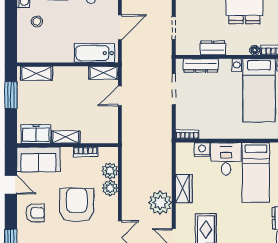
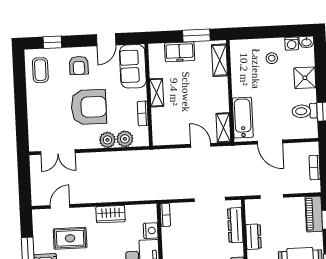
freezer: (36, 134) -> (180, 52), moved, turned 90
plant: (160, 203) -> (95, 191), removed

